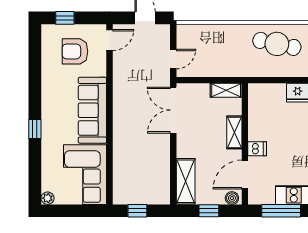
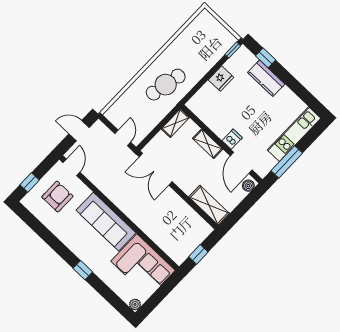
cafe table: (277, 44) -> (166, 85), moved
armchair: (75, 51) -> (57, 197), turned 180
window: (209, 211) -> (242, 208), removed

